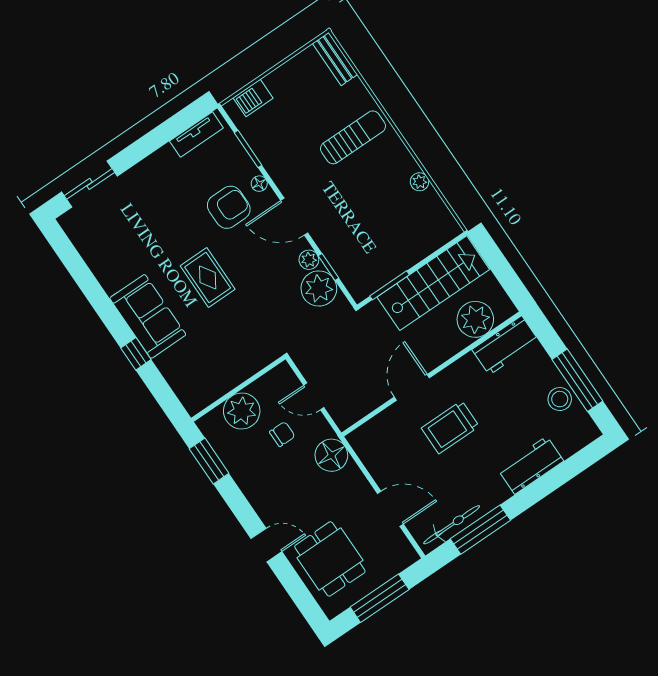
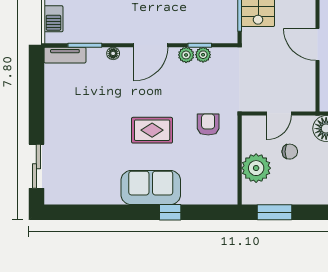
tv unit: (196, 134) -> (65, 55), moved, turned 90
armchair: (229, 207) -> (208, 124), moved, width x0.72, depth x0.72
plant: (319, 288) -> (203, 55), width x0.53, depth x0.53
chair: (282, 434) -> (290, 152), turned 90

